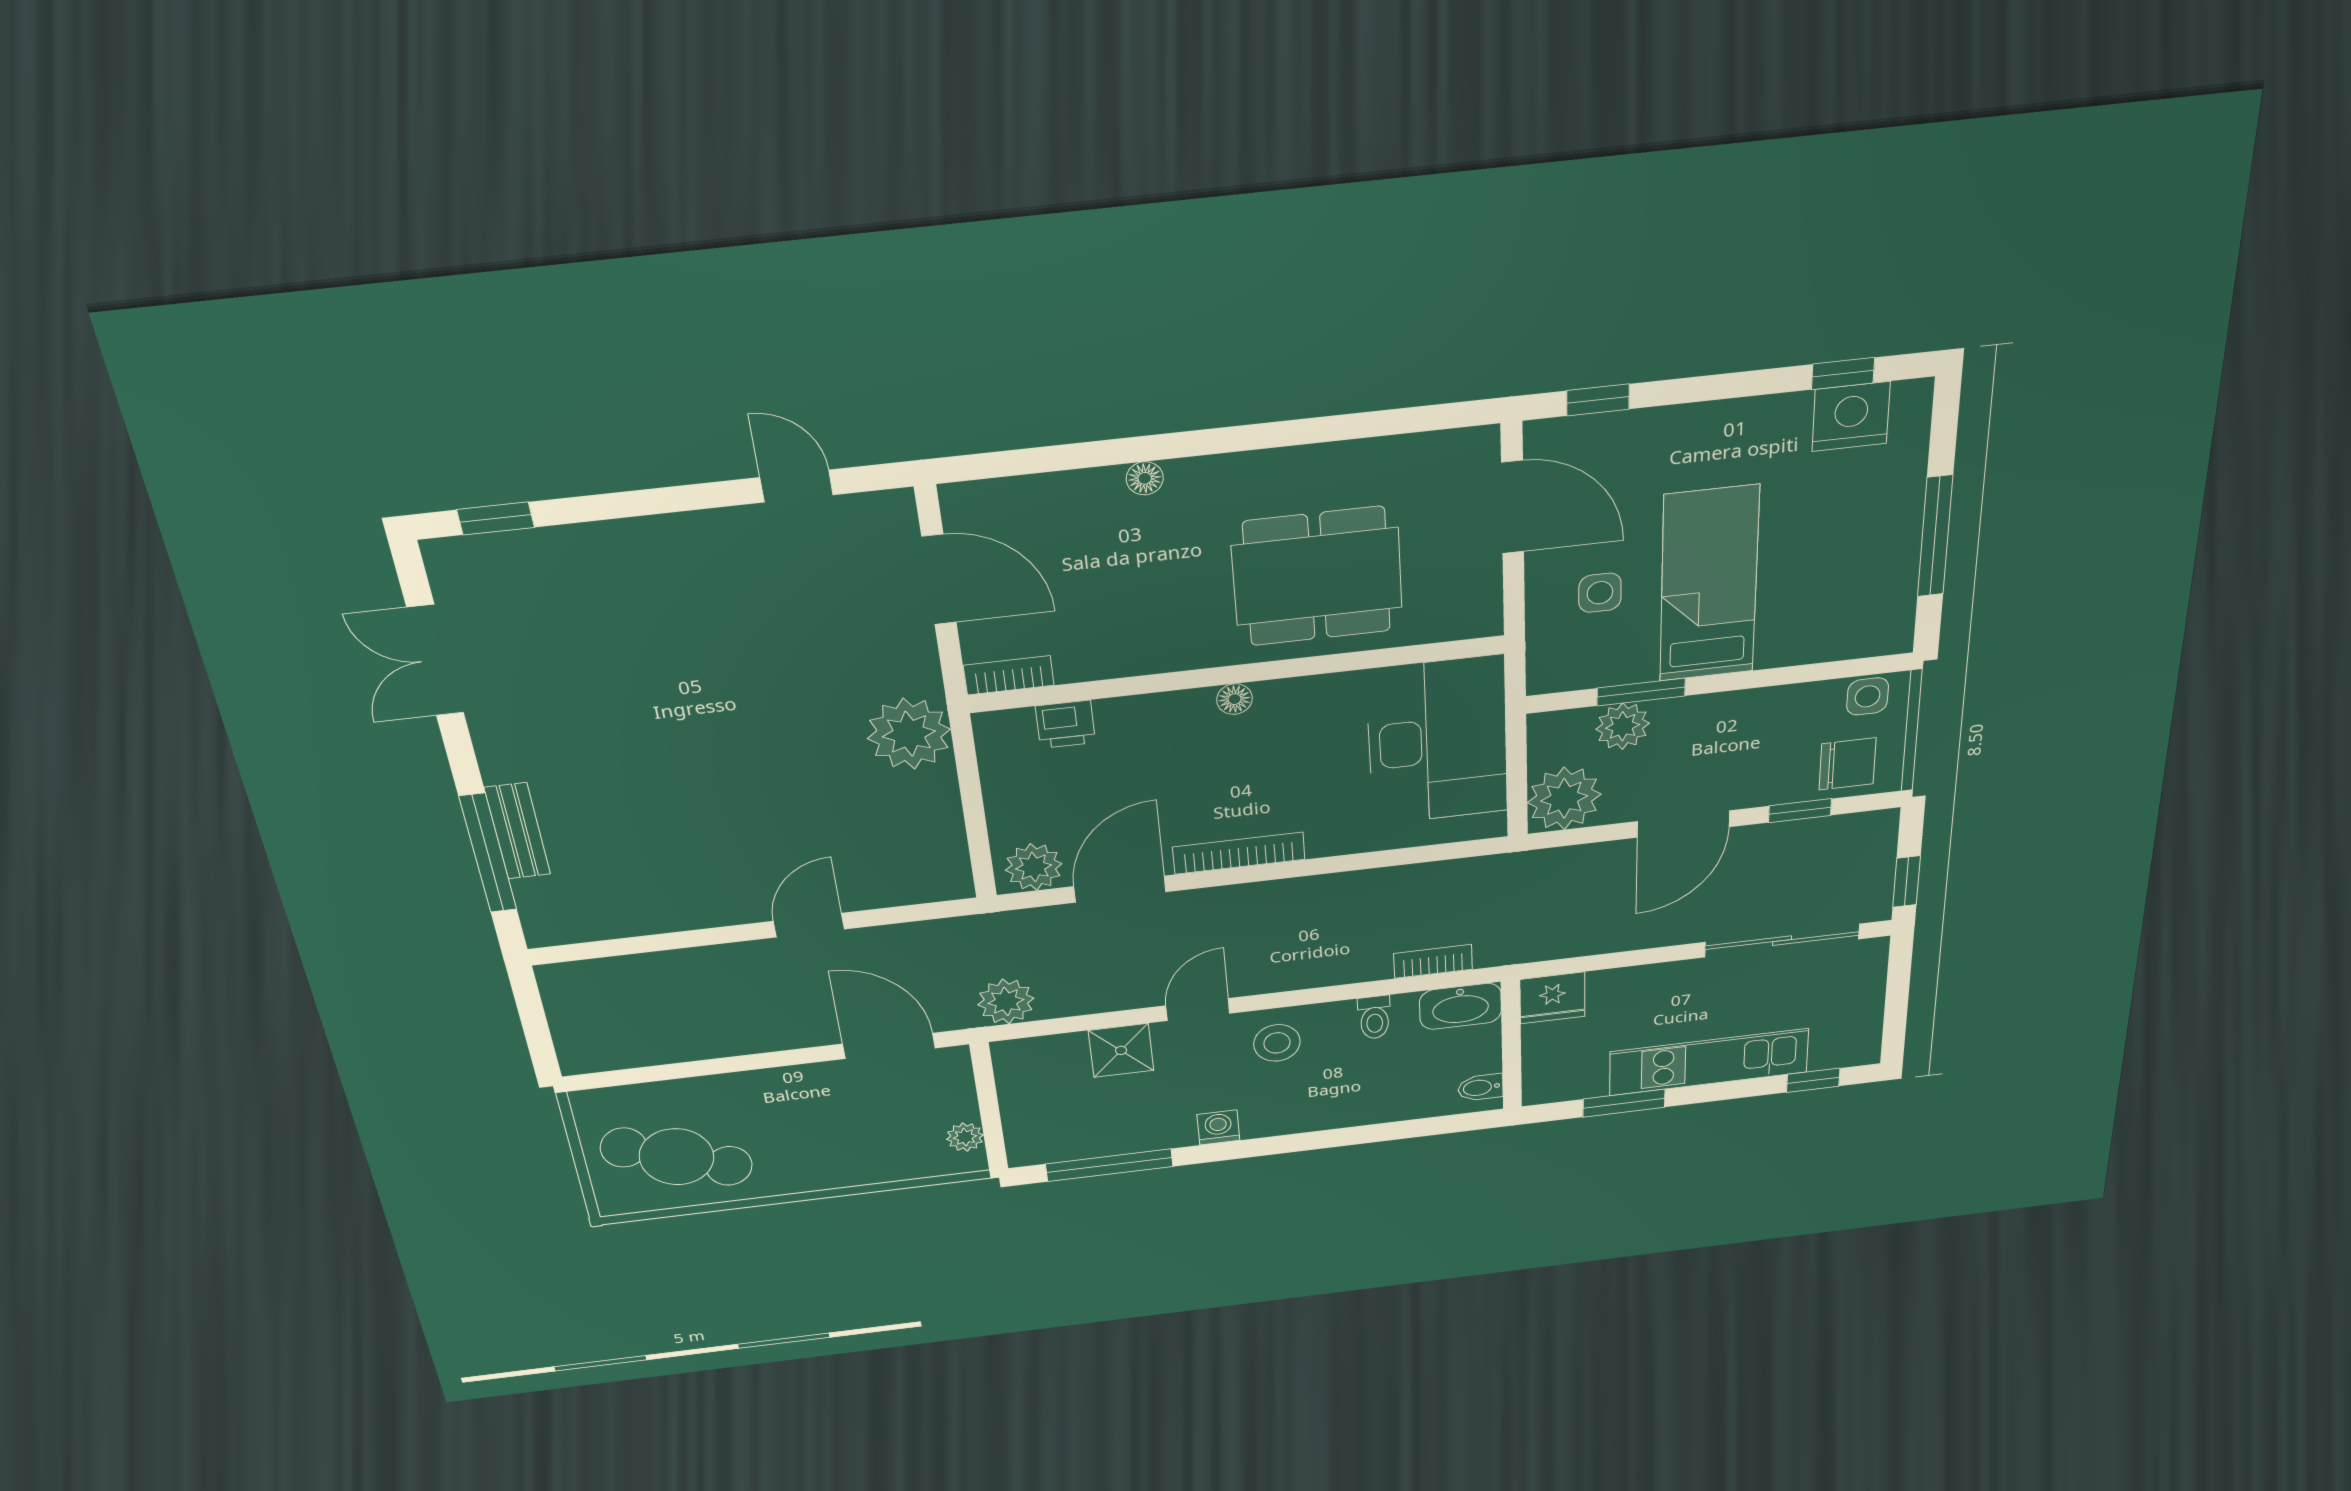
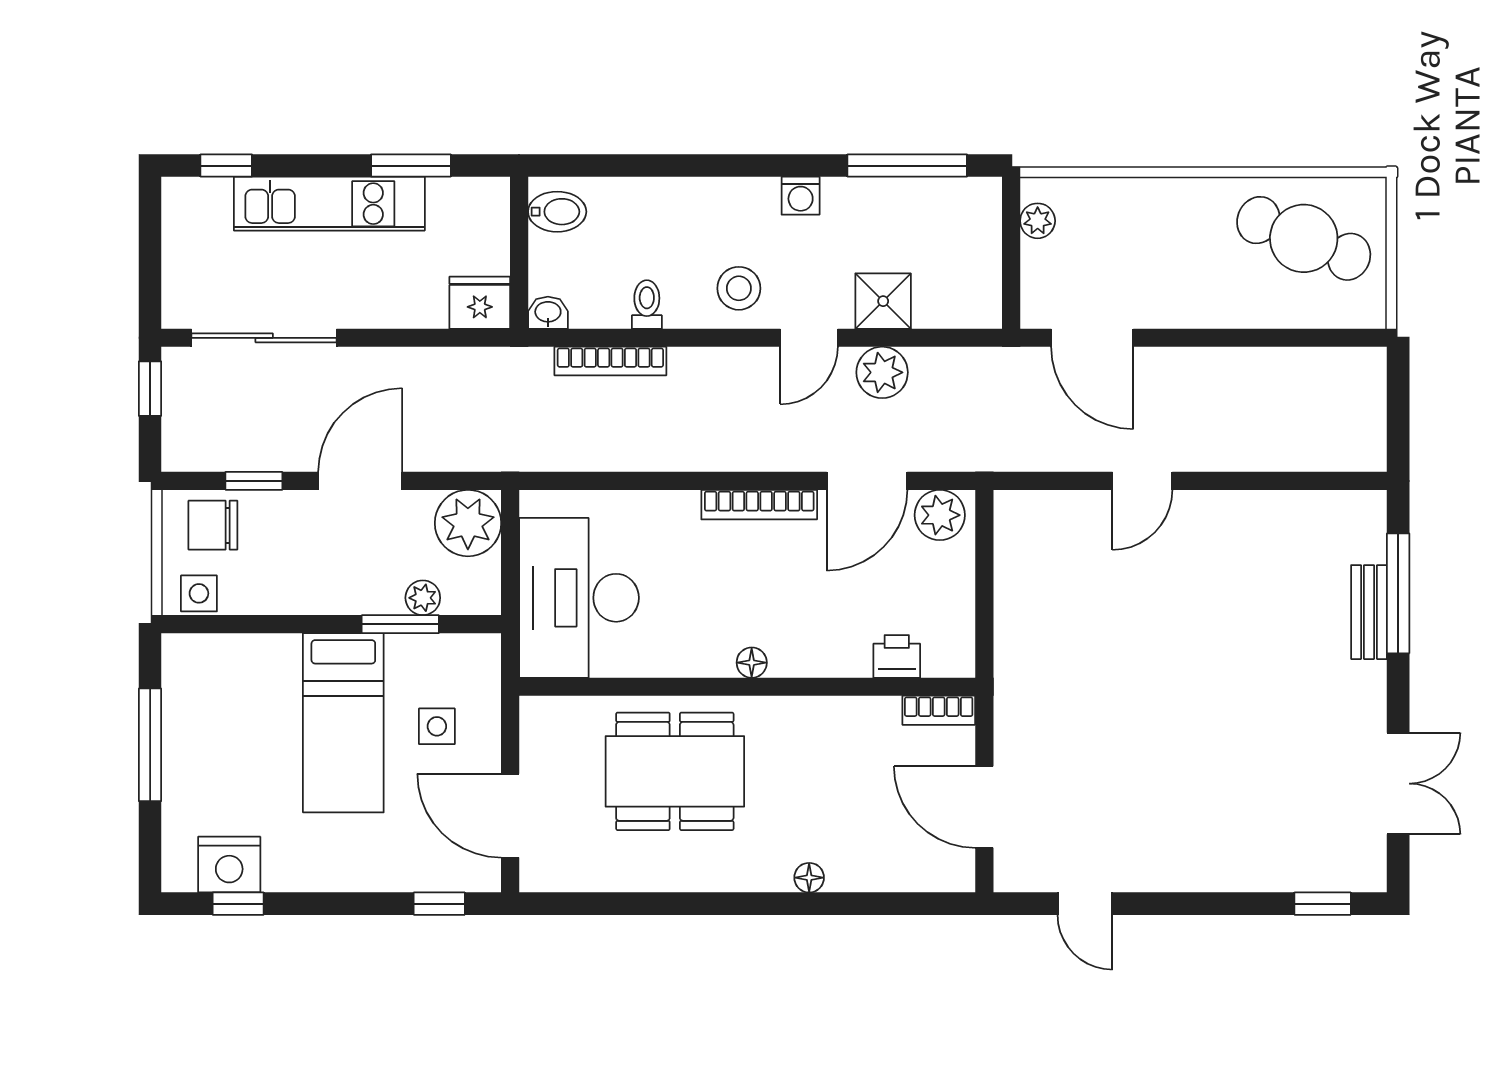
plant: (1623, 726) -> (423, 598), width x0.73, depth x0.73
plant: (909, 734) -> (1029, 664), removed
bookcase: (1433, 961) -> (610, 361), width x1.56
plant: (1006, 1001) -> (882, 372), moved
washbasin: (1461, 1006) -> (548, 313), width x0.52, depth x0.69
bidet: (1480, 1087) -> (557, 212), width x1.38, depth x1.36

